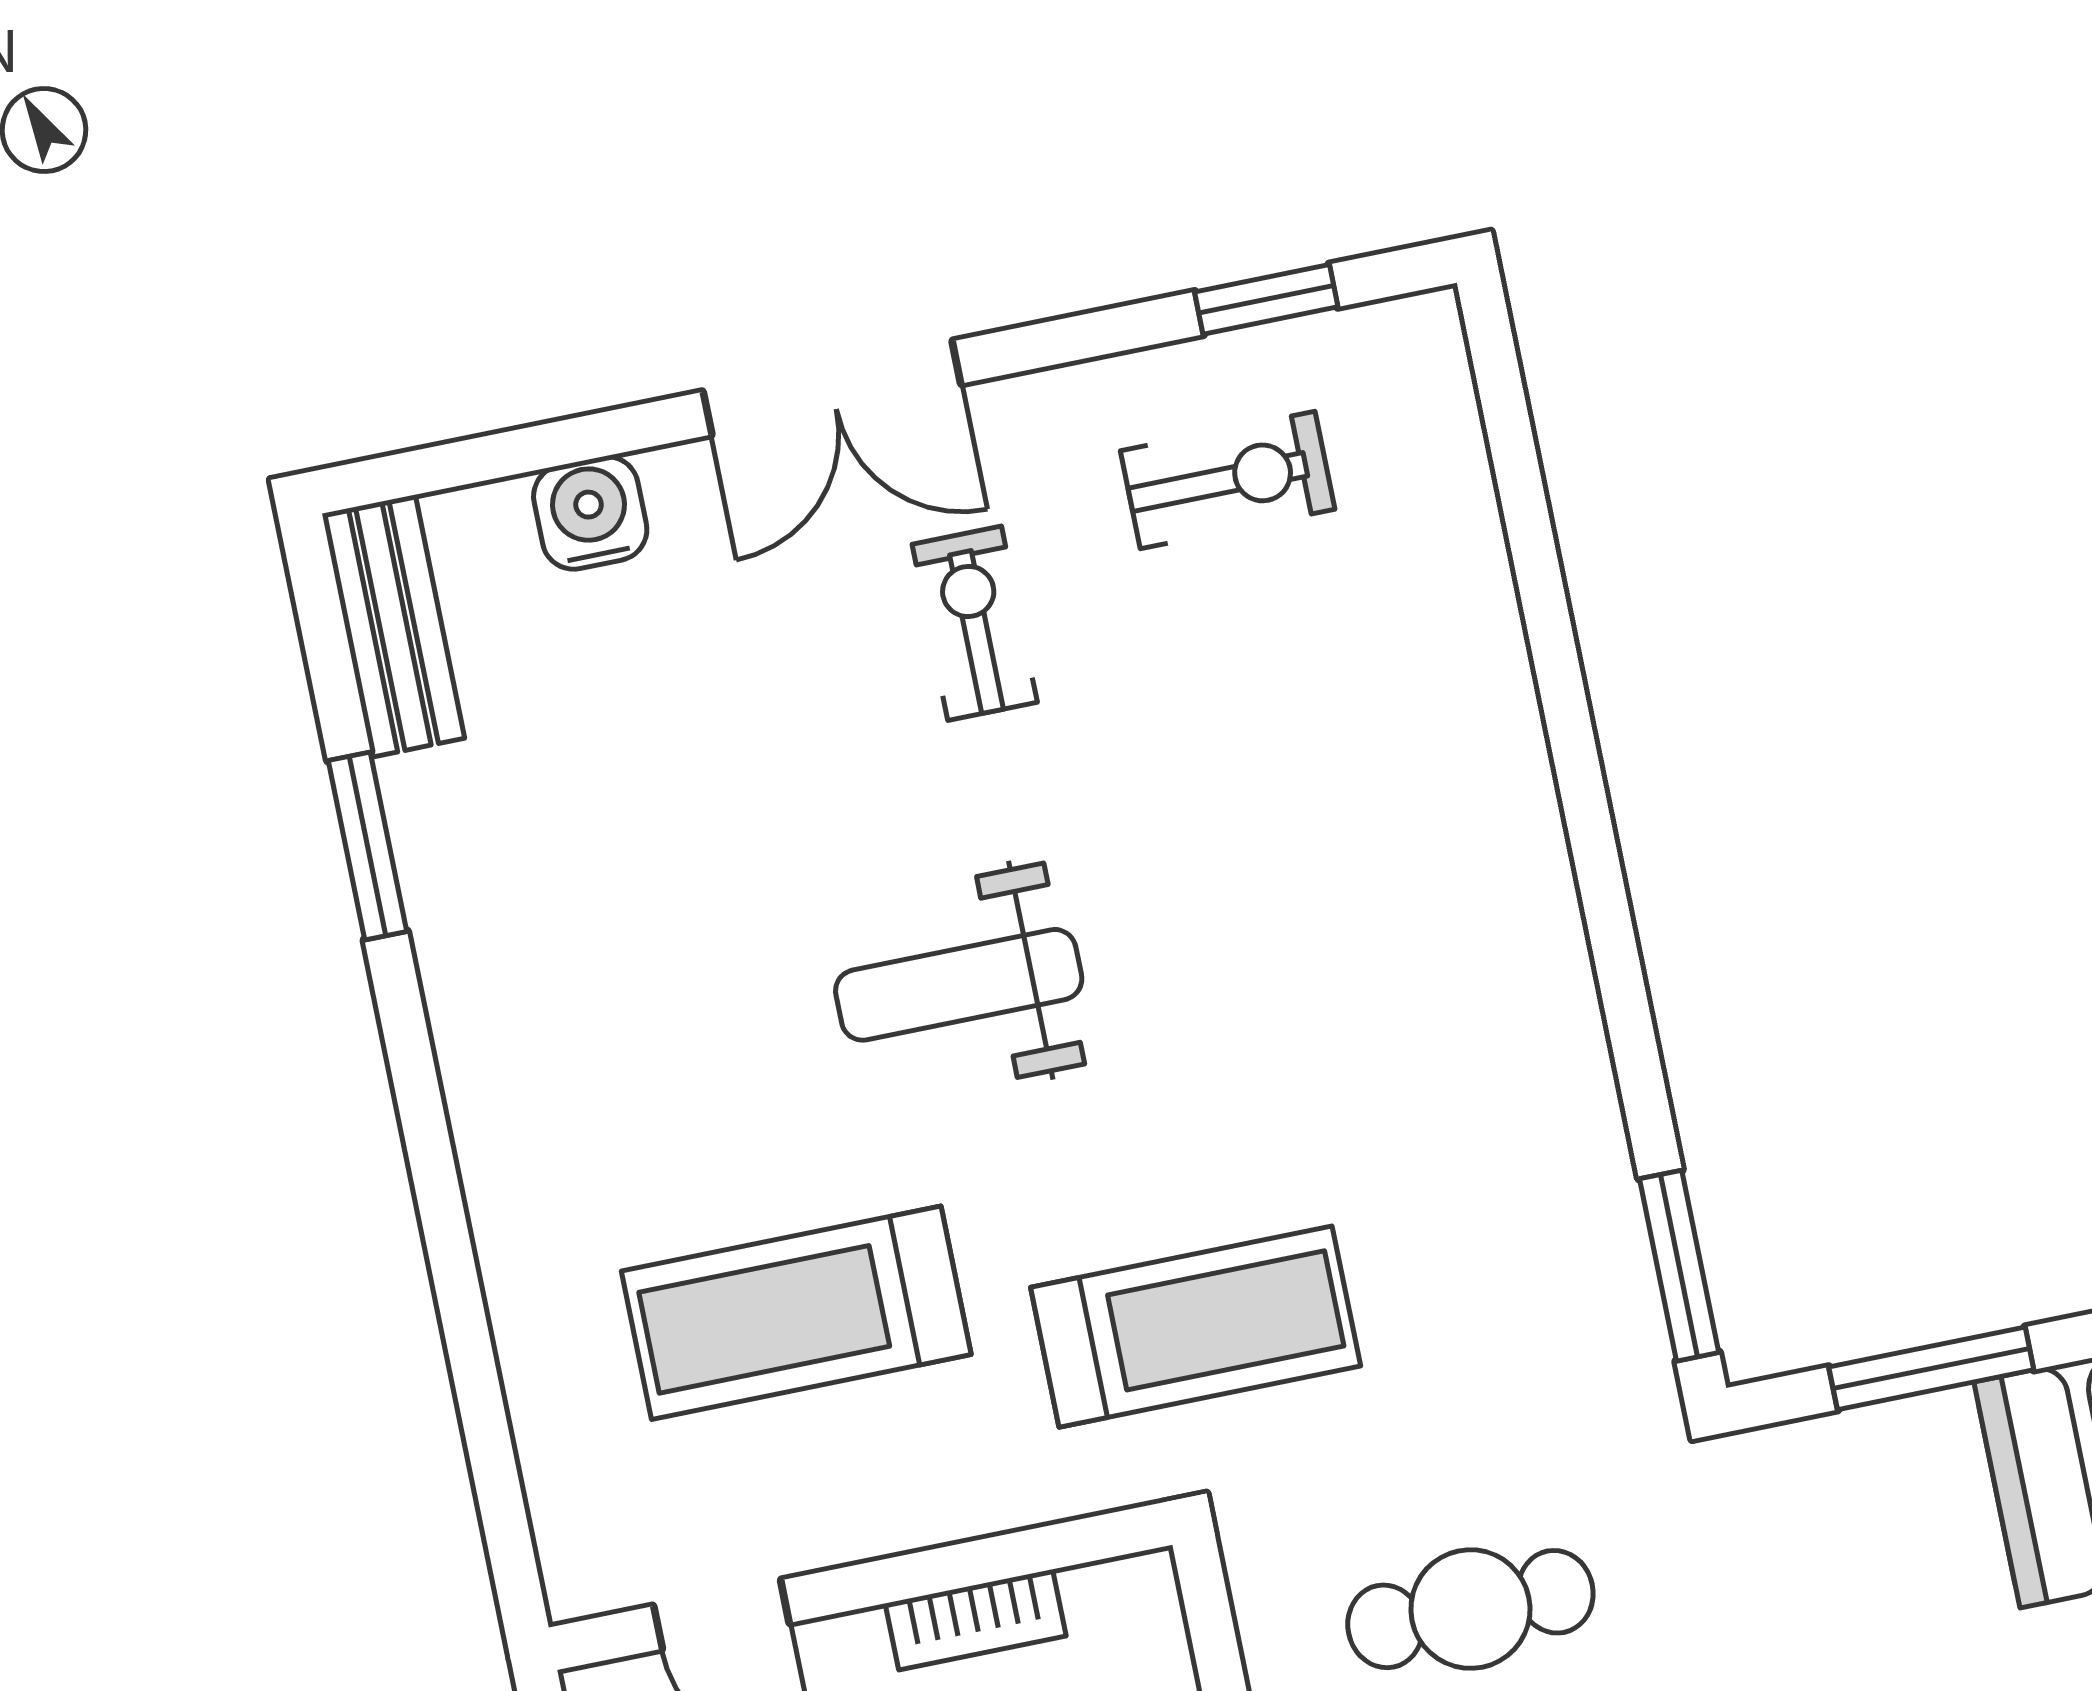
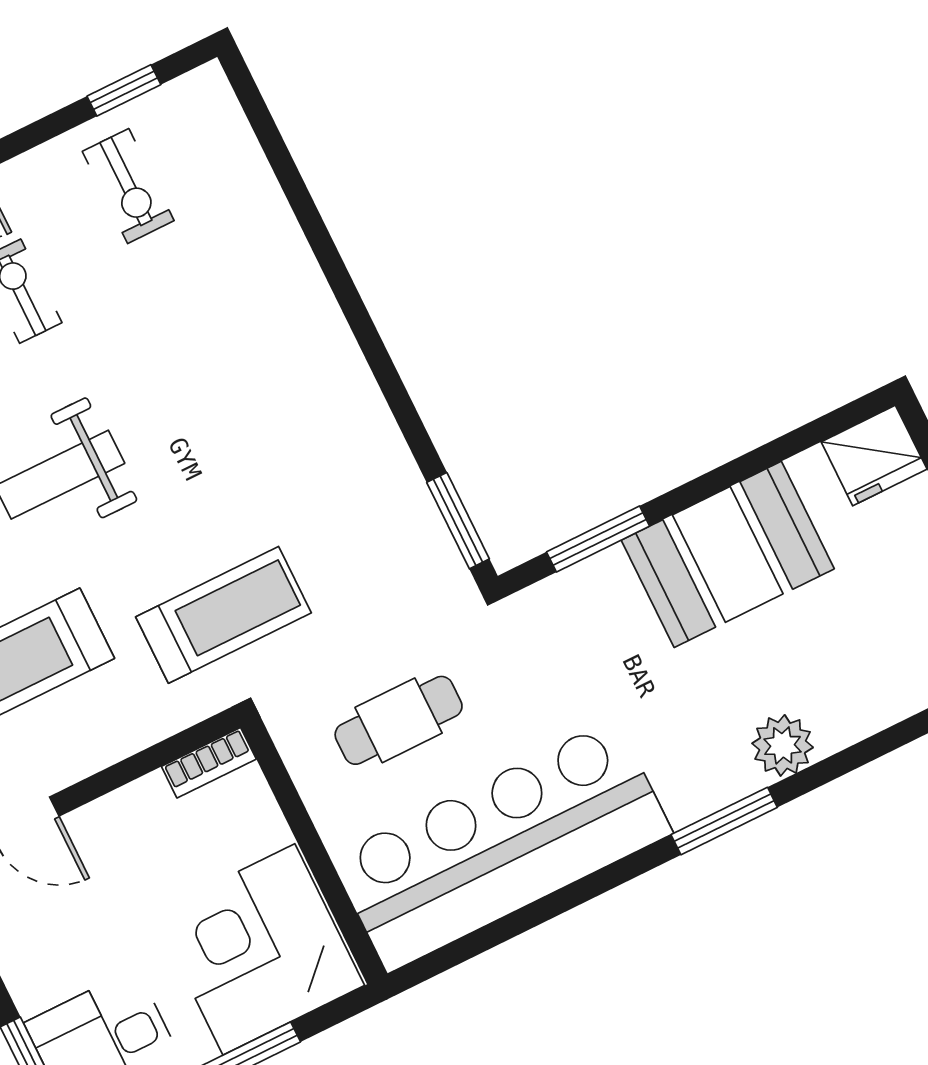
exercise bike: (1228, 480) -> (128, 186), turned 90
bookcase: (976, 1620) -> (209, 763), moved

